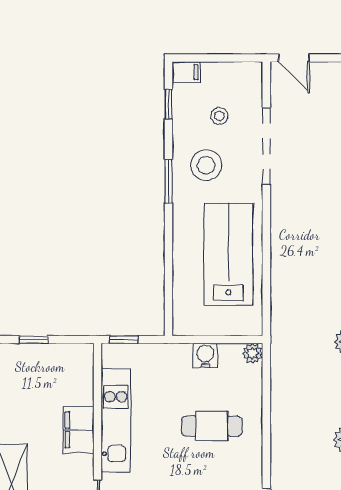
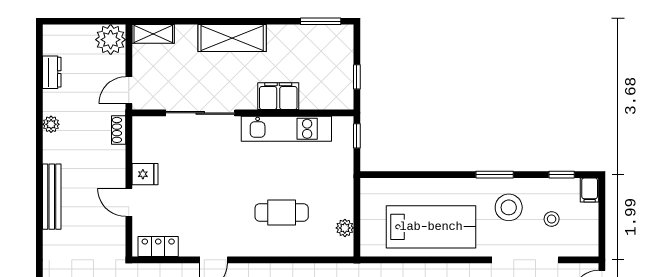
window: (34, 340) -> (357, 77), moved
plant: (253, 353) -> (345, 228), moved
water cooler: (205, 355) -> (343, 207), removed
cafe table: (212, 426) -> (282, 212), turned 90

